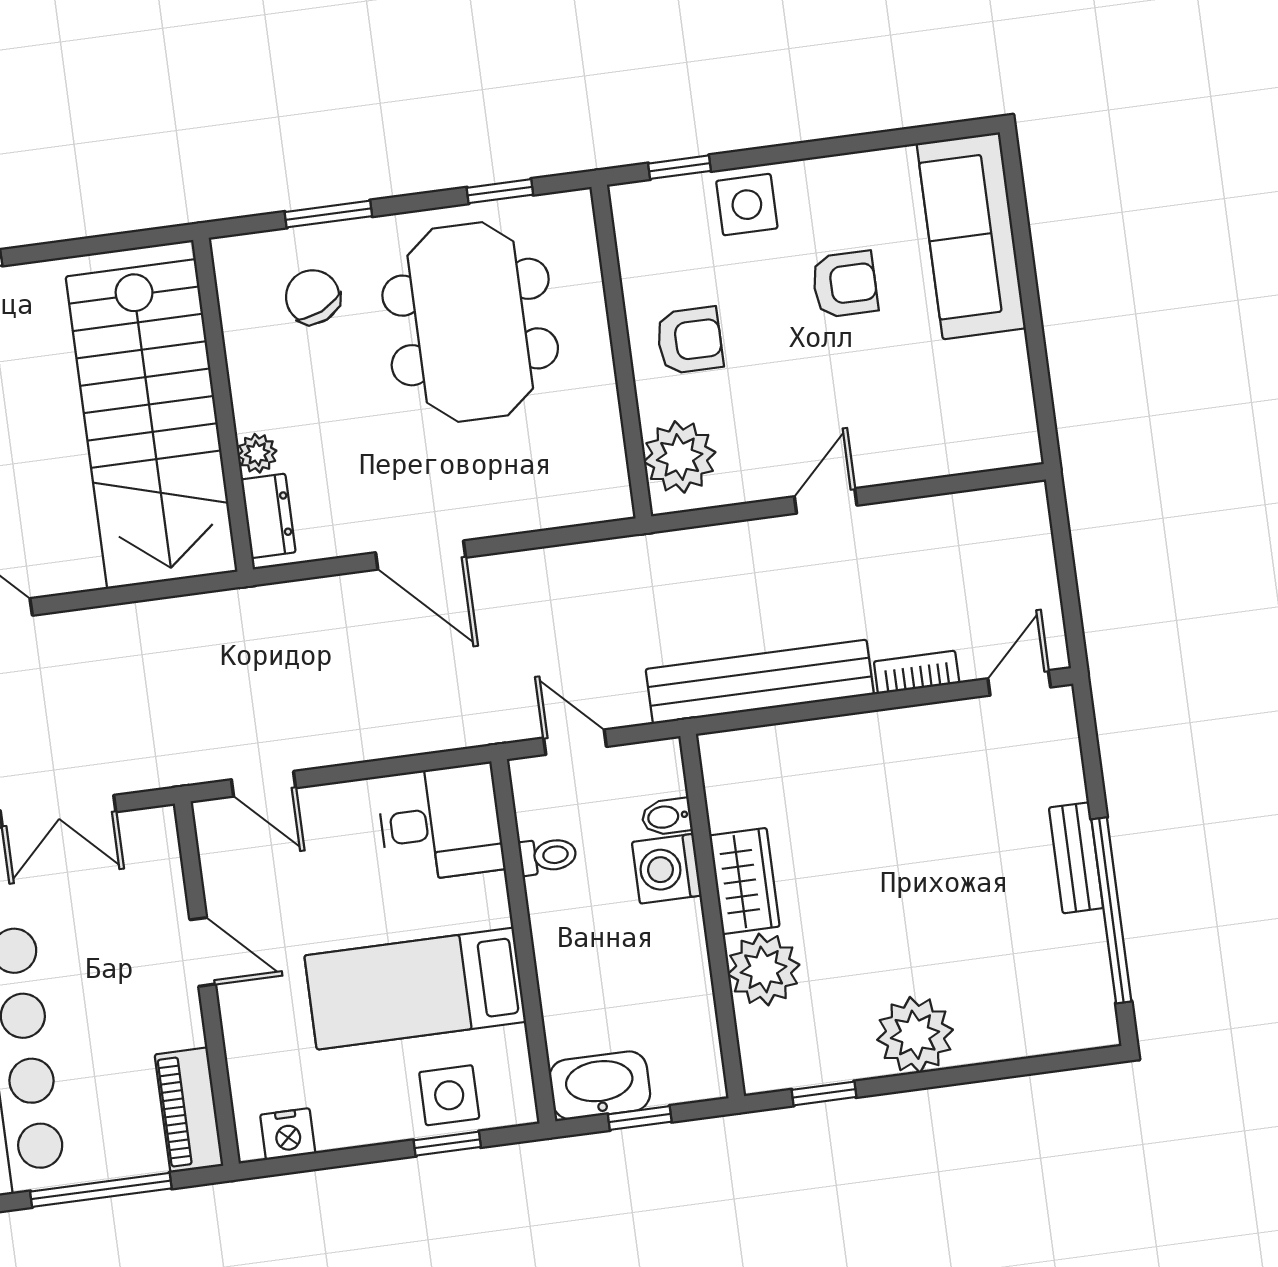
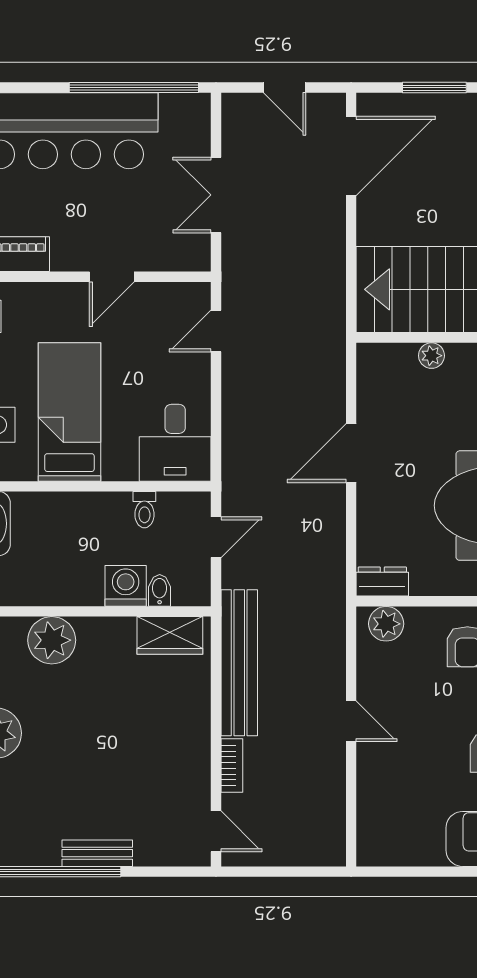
plant: (680, 457) -> (386, 624), width x0.73, depth x0.73
dresser: (268, 516) -> (382, 582), moved, turned 180
wardrobe: (744, 881) -> (170, 635), moved

